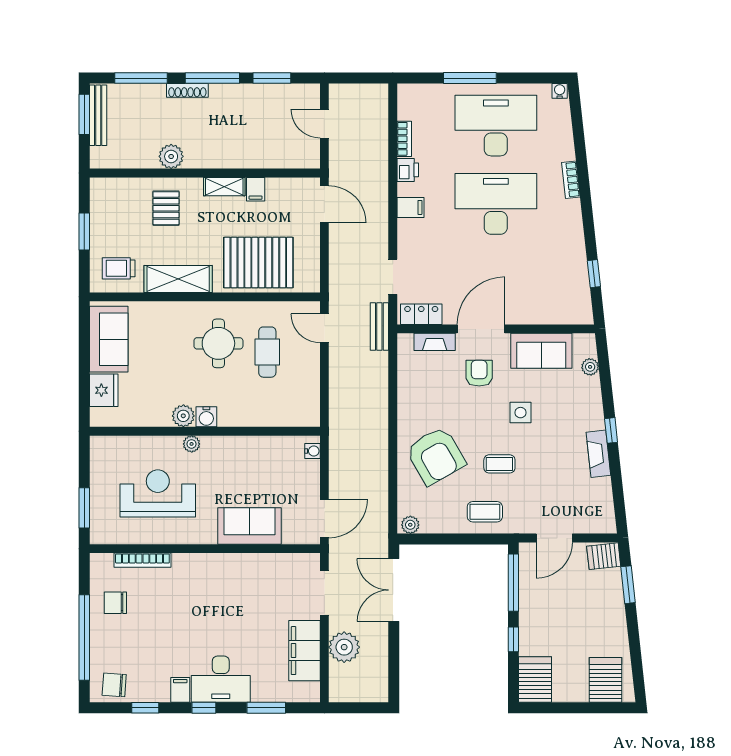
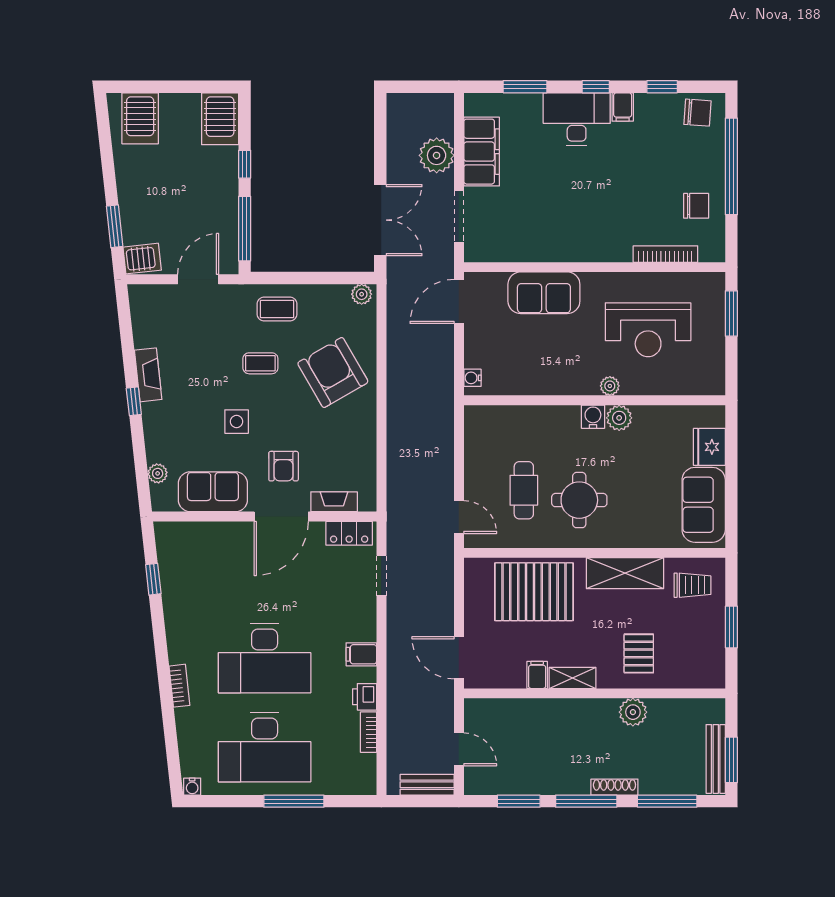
bench: (379, 326) -> (427, 785), moved, turned 90

